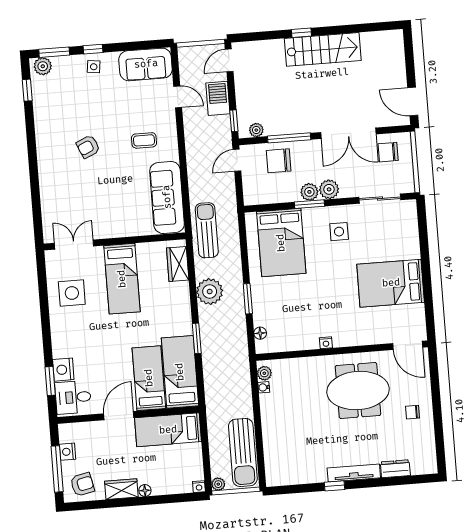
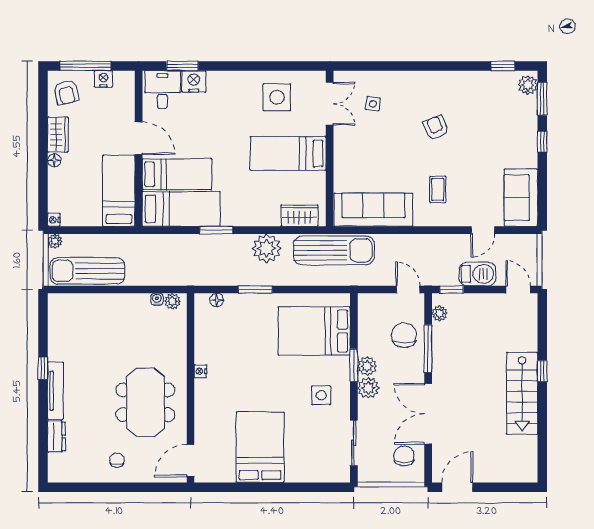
side table: (94, 67) -> (373, 104), moved
sun lounger: (207, 230) -> (334, 250), width x1.36, depth x1.34

